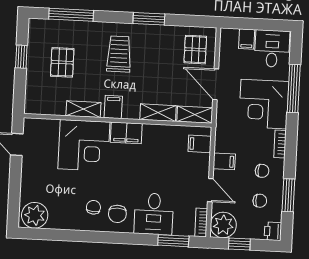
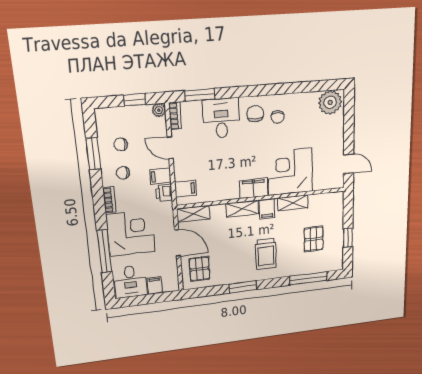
shelving: (158, 113) -> (242, 209), moved
plant: (223, 225) -> (159, 110), width x0.53, depth x0.53
printer: (273, 231) -> (164, 193), moved, turned 180

